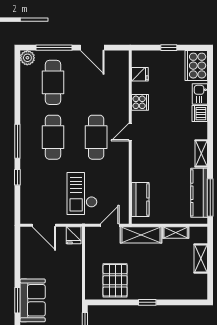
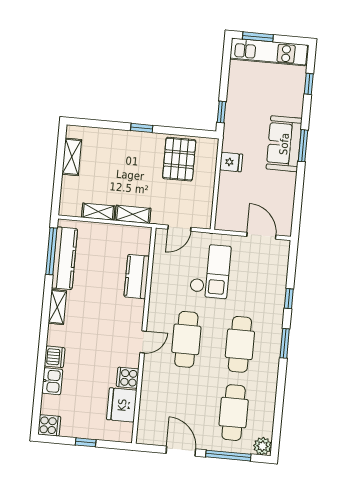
cooker: (196, 66) -> (49, 425), width x0.53, depth x0.76
fridge: (140, 74) -> (122, 405), width x1.88, depth x1.34
window: (17, 141) -> (285, 343), width x0.69
kitchen counter: (140, 199) -> (137, 277), moved
fridge: (74, 235) -> (231, 162), moved, turned 90
shelving: (141, 235) -> (133, 214), width x0.67, depth x0.75
shelving: (201, 258) -> (72, 157), moved

